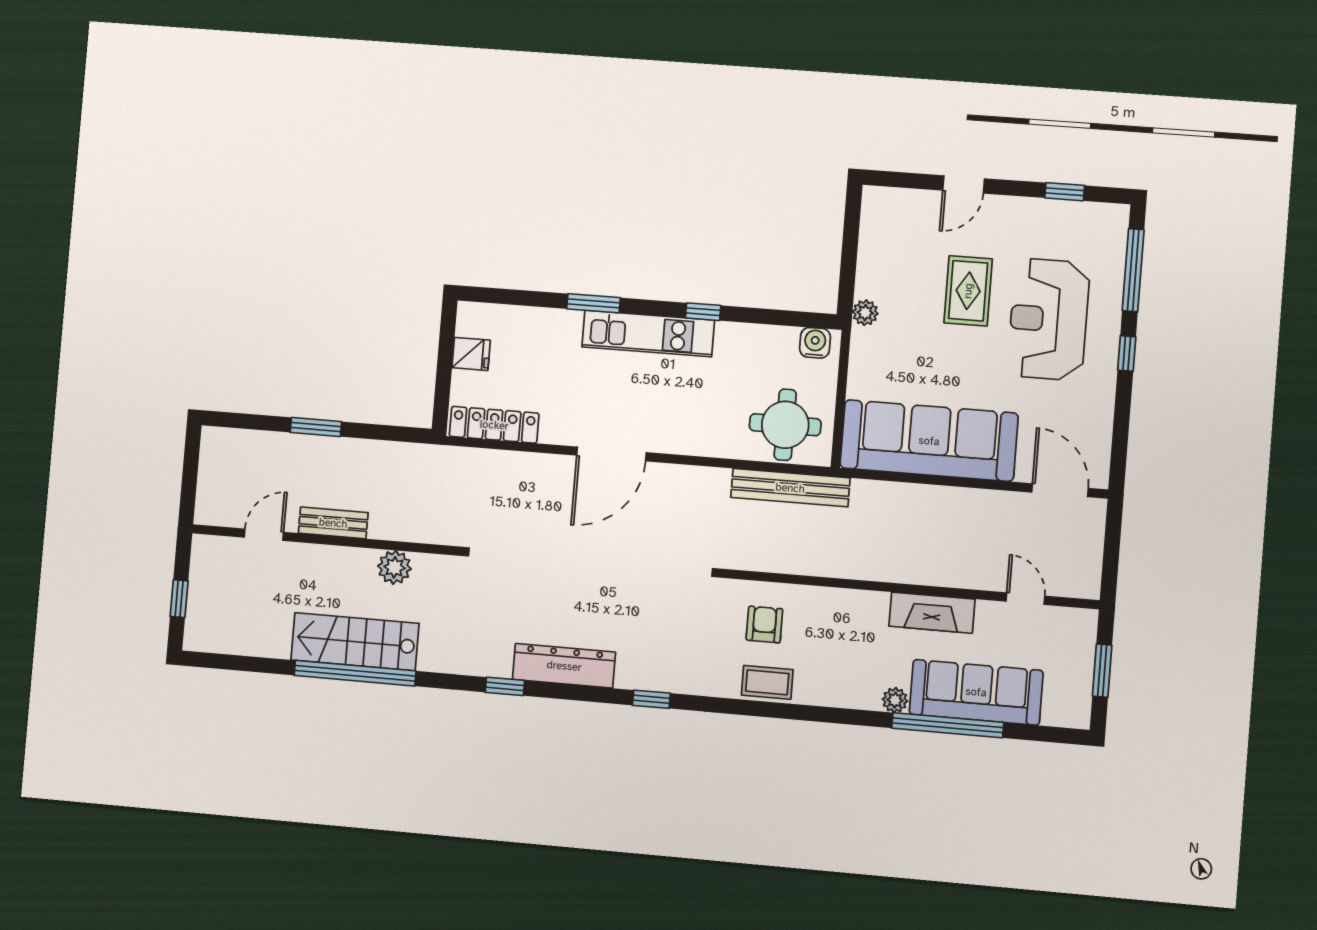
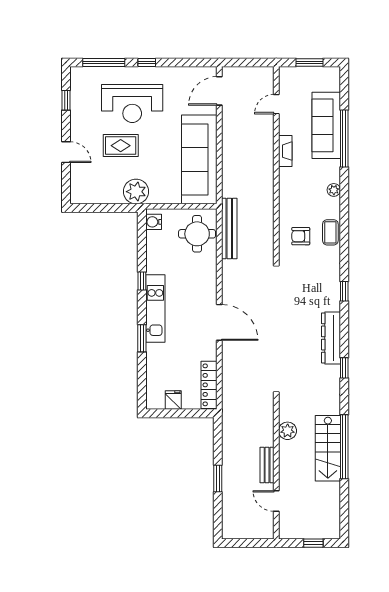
plant: (865, 313) -> (136, 192), width x1.87, depth x1.87
fireplace: (932, 613) -> (285, 151), width x0.73, depth x0.76
plant: (895, 700) -> (334, 190), moved

